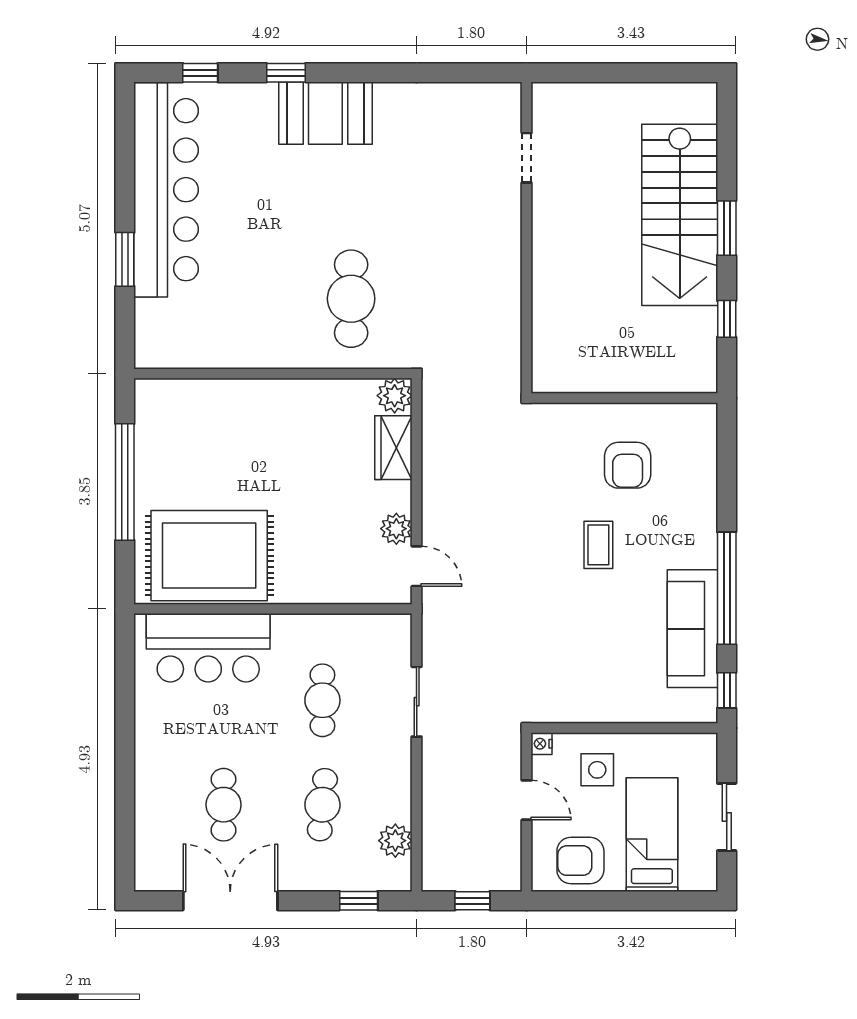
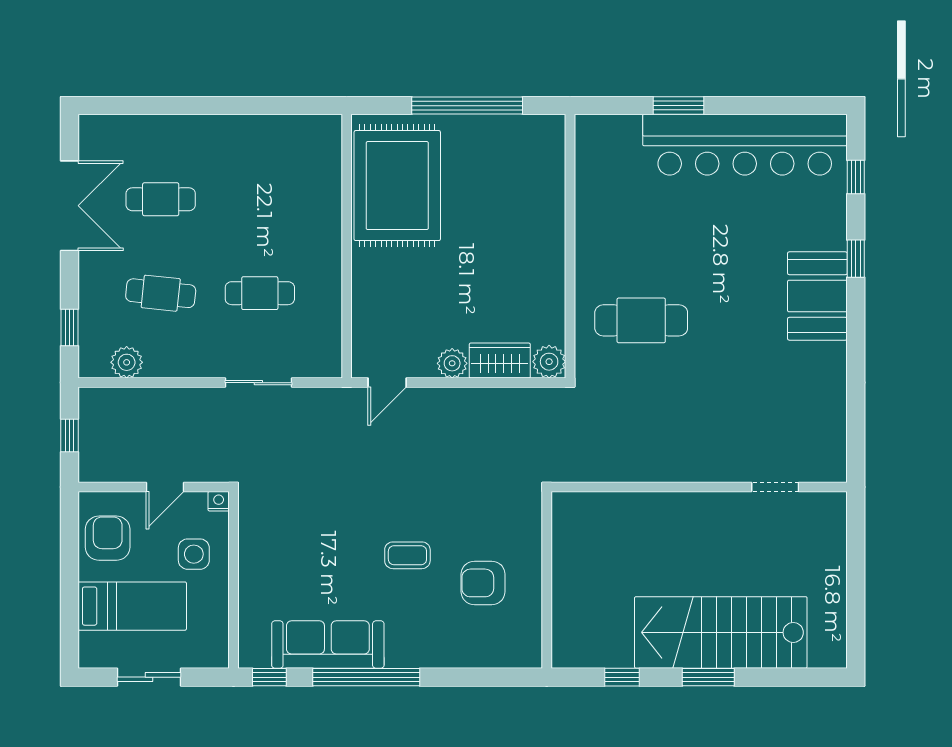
plant: (396, 529) -> (452, 363), moved
bar counter: (208, 648) -> (310, 185), removed

